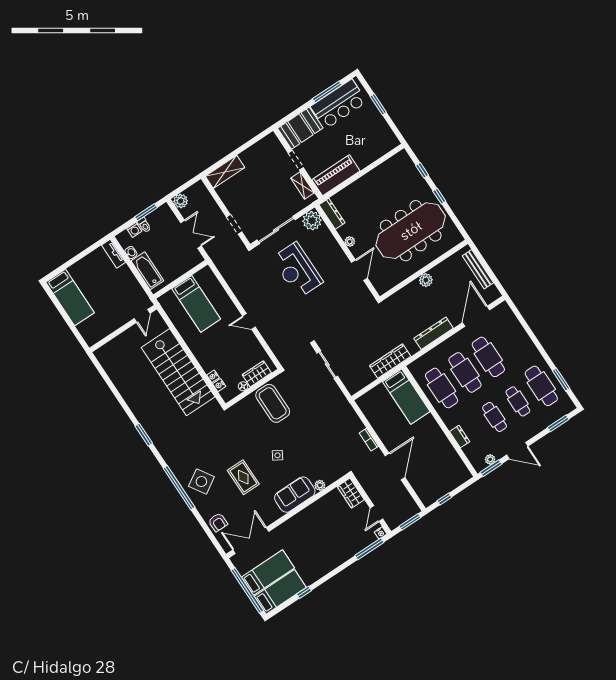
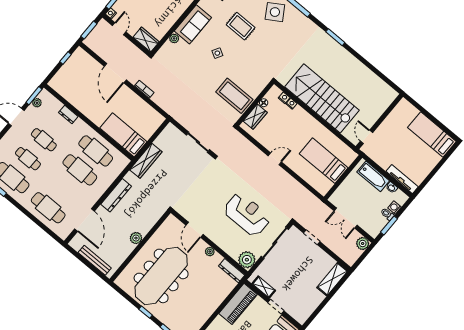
tv unit: (114, 254) -> (402, 179), width x1.41
cafe table: (488, 357) -> (48, 208), moved

